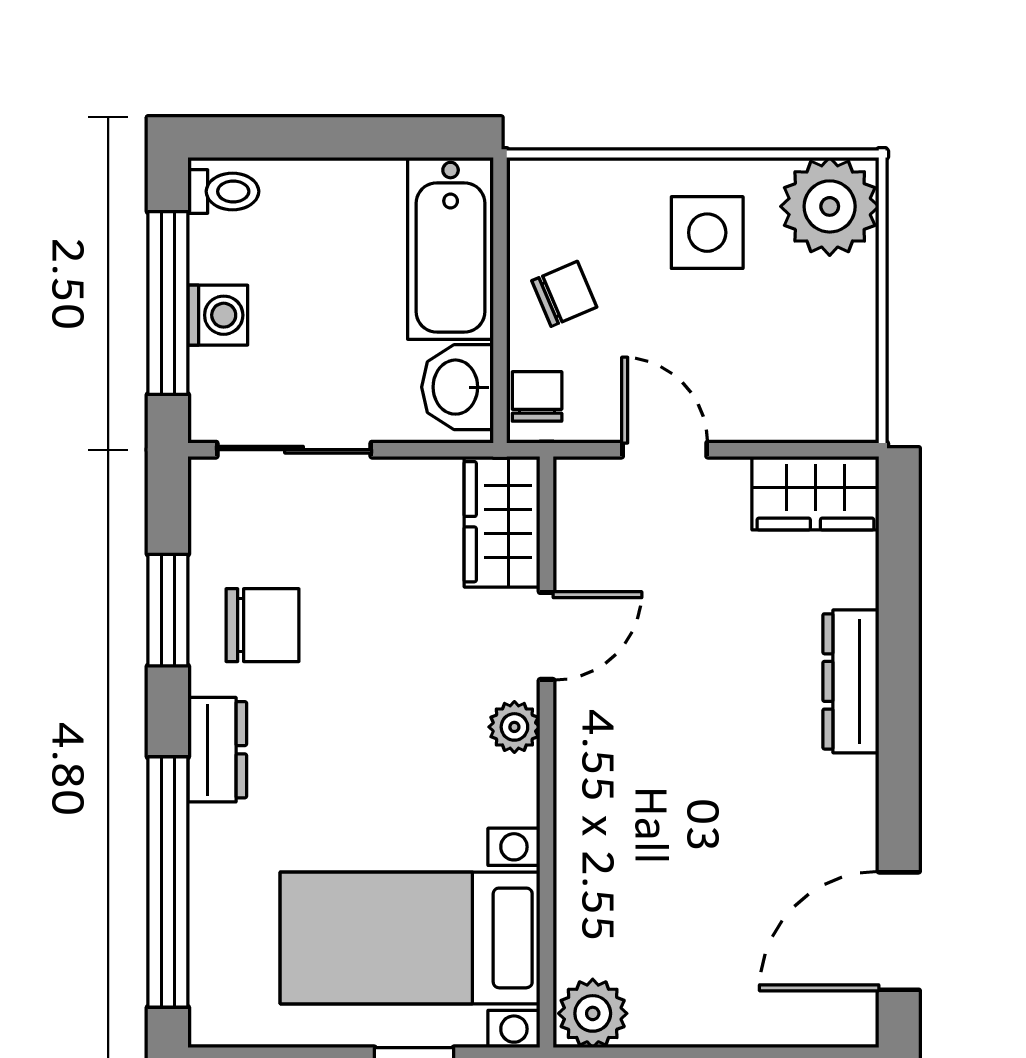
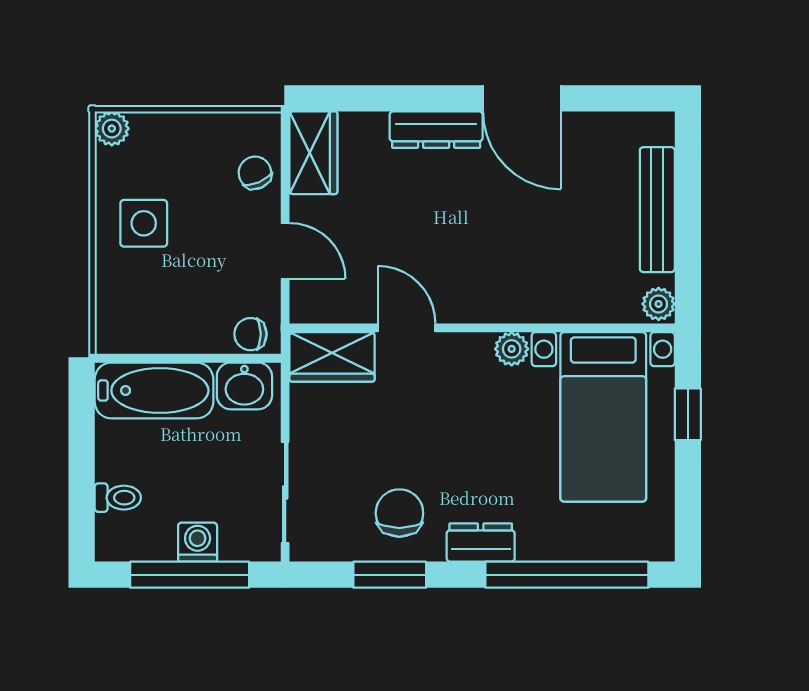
toilet: (223, 191) -> (118, 498), moved, turned 90
plant: (830, 206) -> (112, 129), width x0.53, depth x0.53
chair: (564, 294) -> (255, 173), moved
door: (665, 450) -> (285, 251), swing flipped
plant: (514, 727) -> (512, 349), moved
door: (899, 931) -> (522, 98), moved
plant: (593, 1013) -> (659, 304), width x0.73, depth x0.73
bench: (728, 1021) -> (657, 210), added

